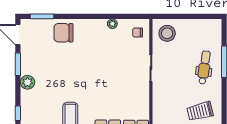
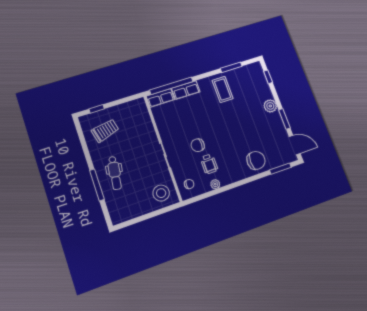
wheelchair: (111, 45) -> (209, 164), added
chair: (116, 67) -> (198, 145), added

